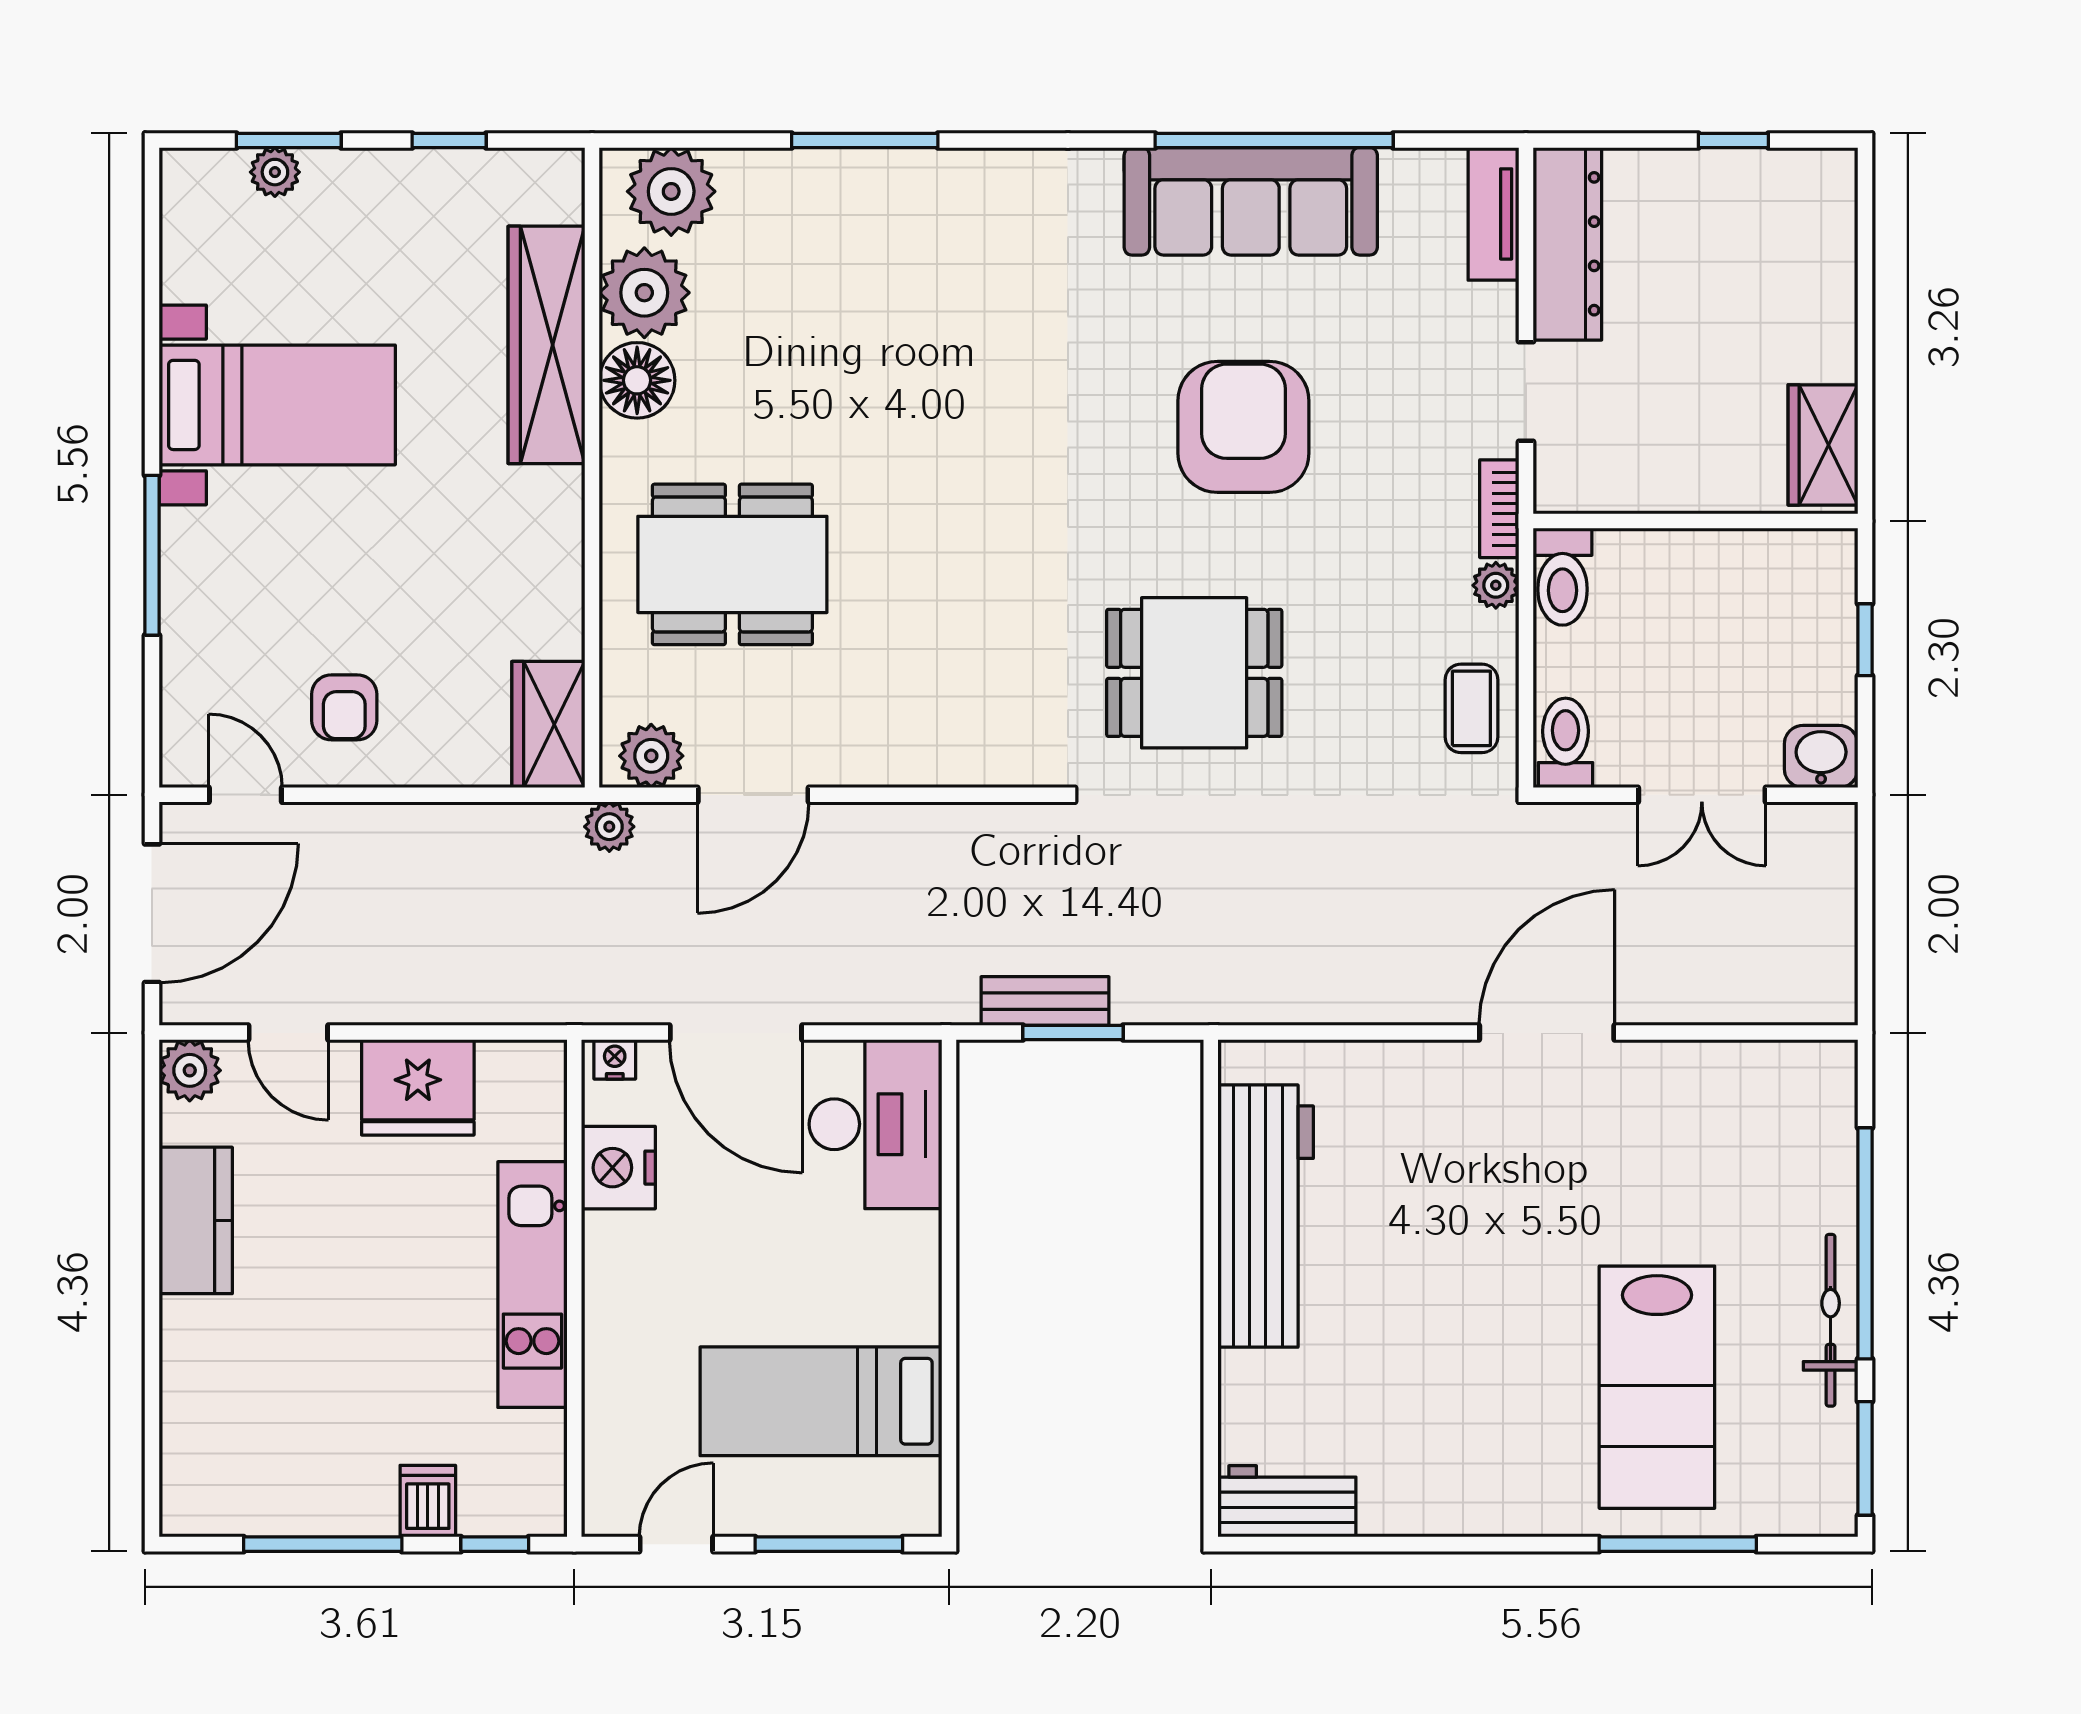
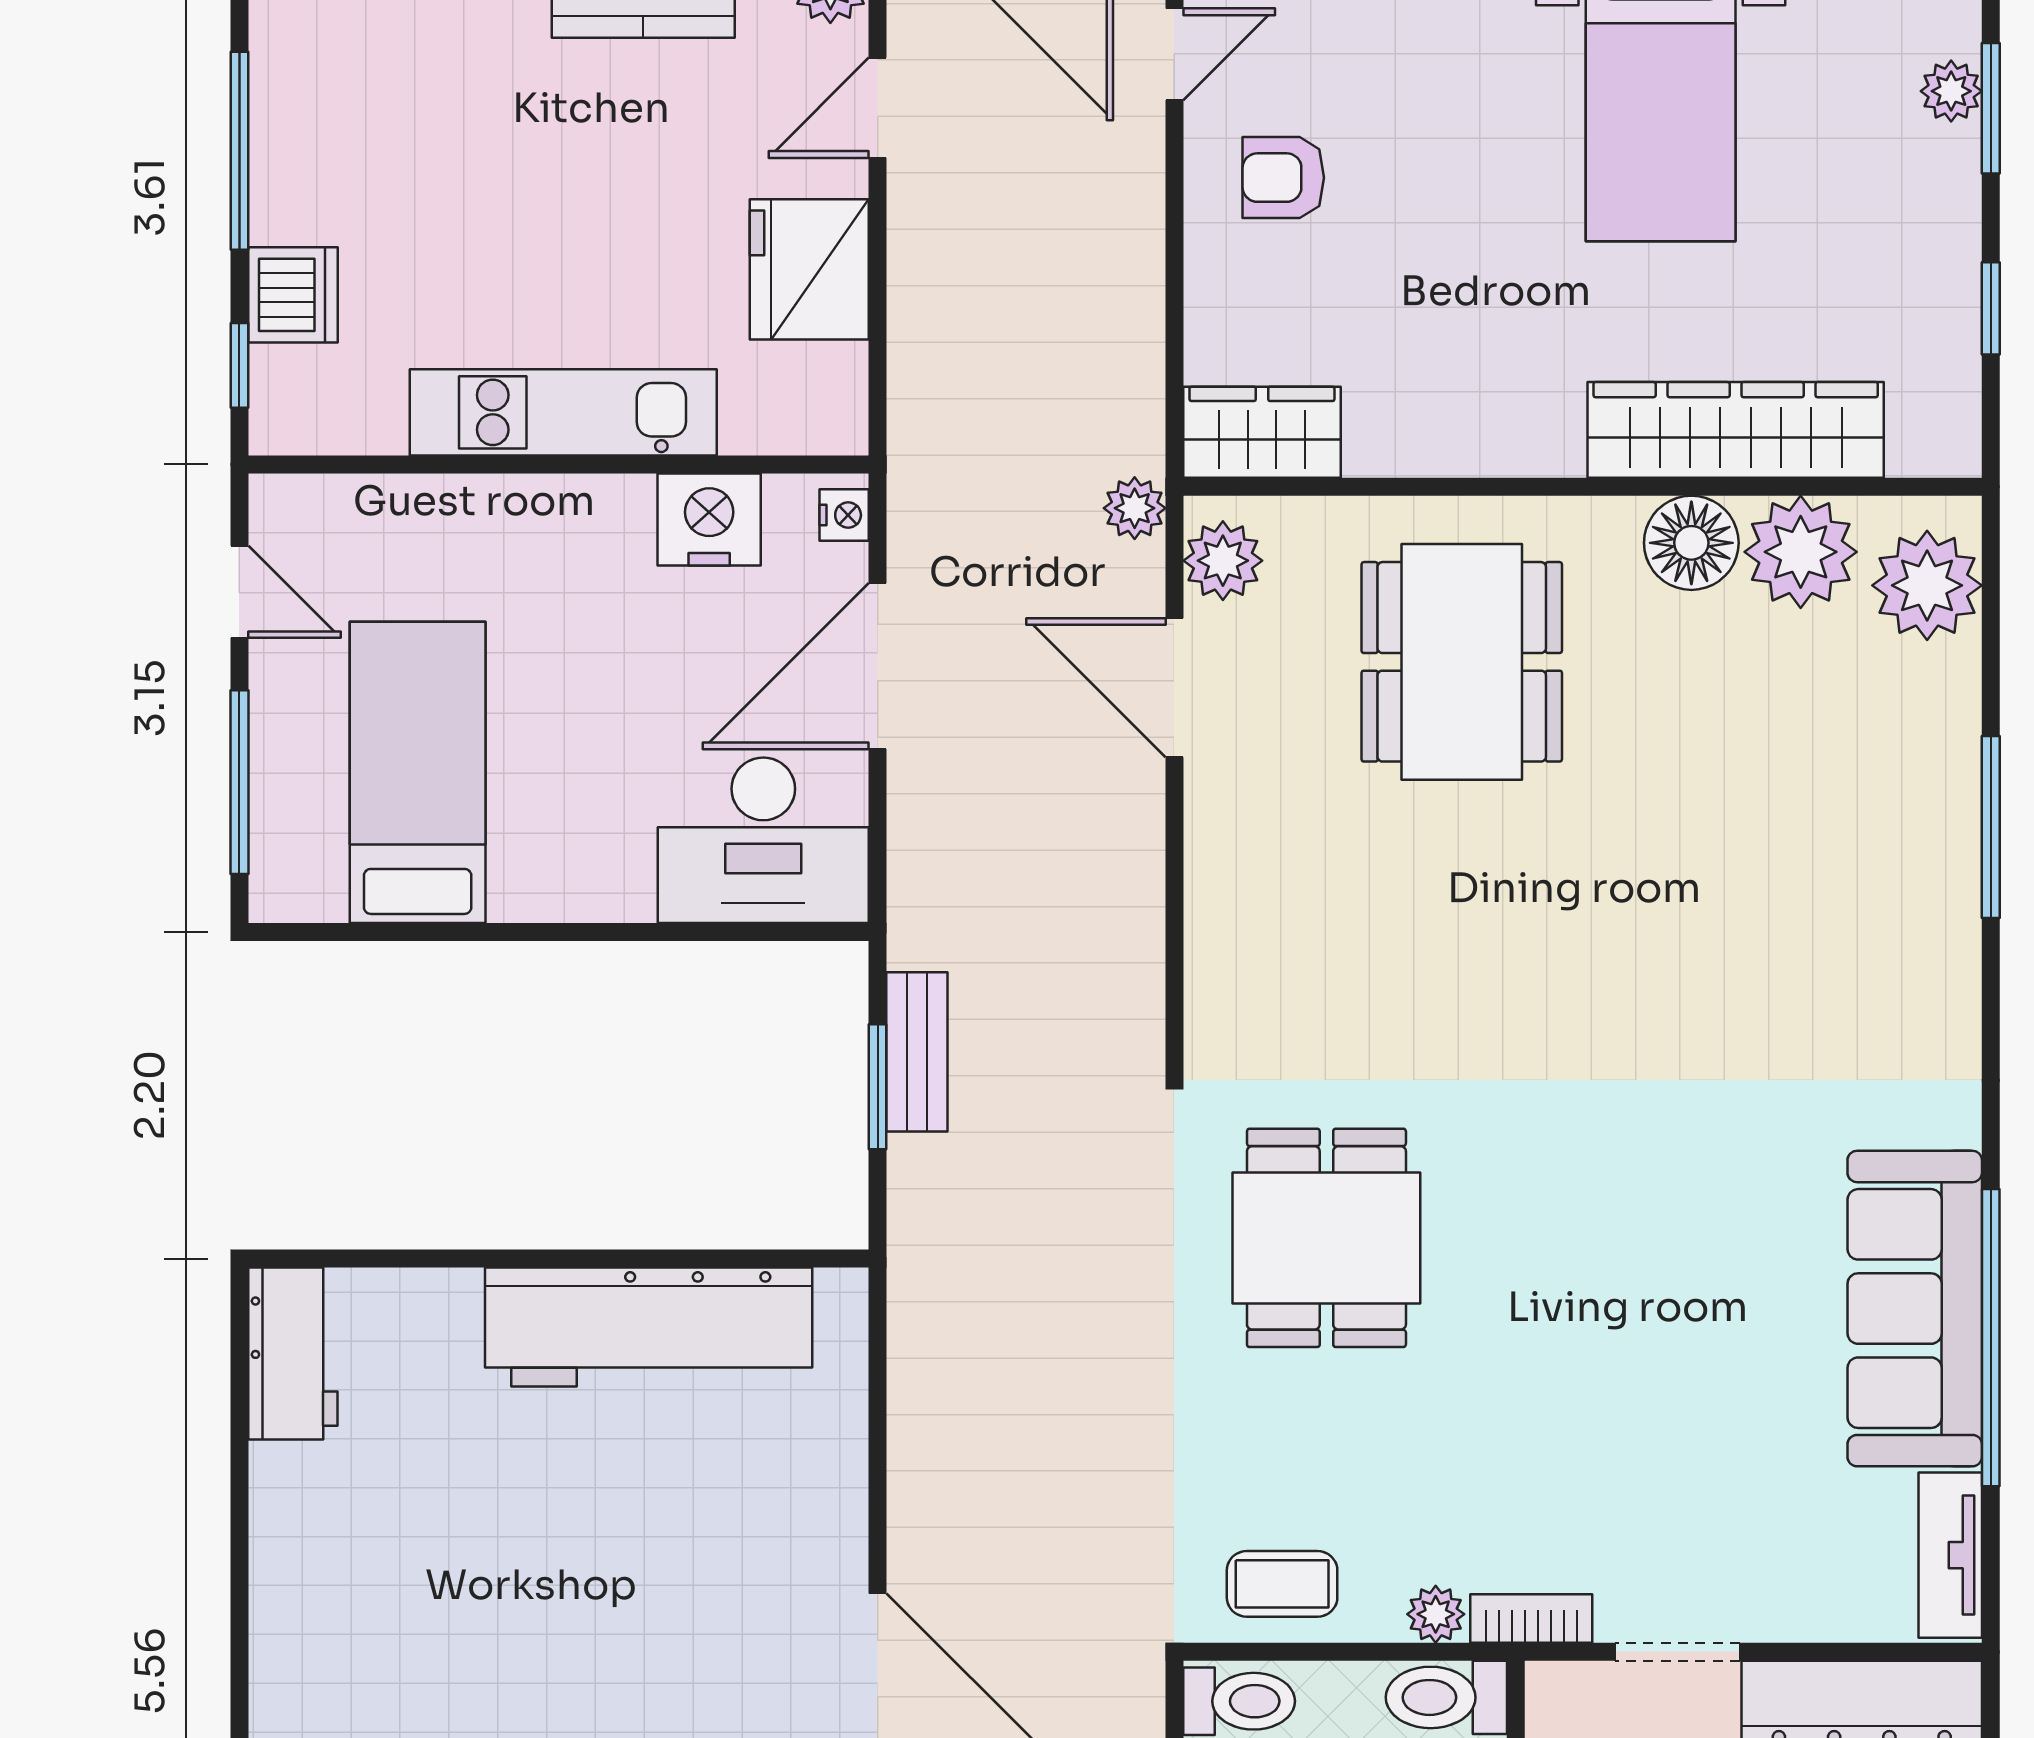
tv unit: (1493, 214) -> (1950, 1555), moved, turned -90
armchair: (1243, 427) -> (1633, 1299), removed
dishwasher: (428, 1501) -> (293, 295), width x1.38

